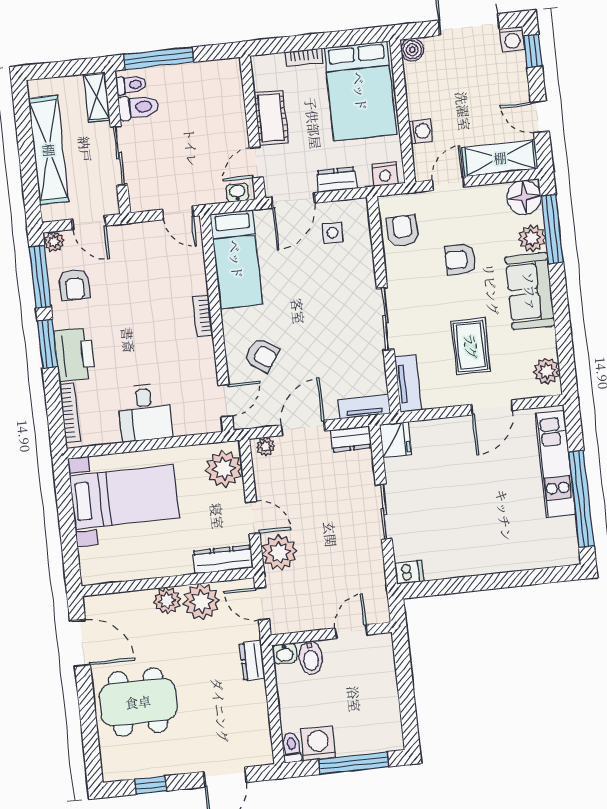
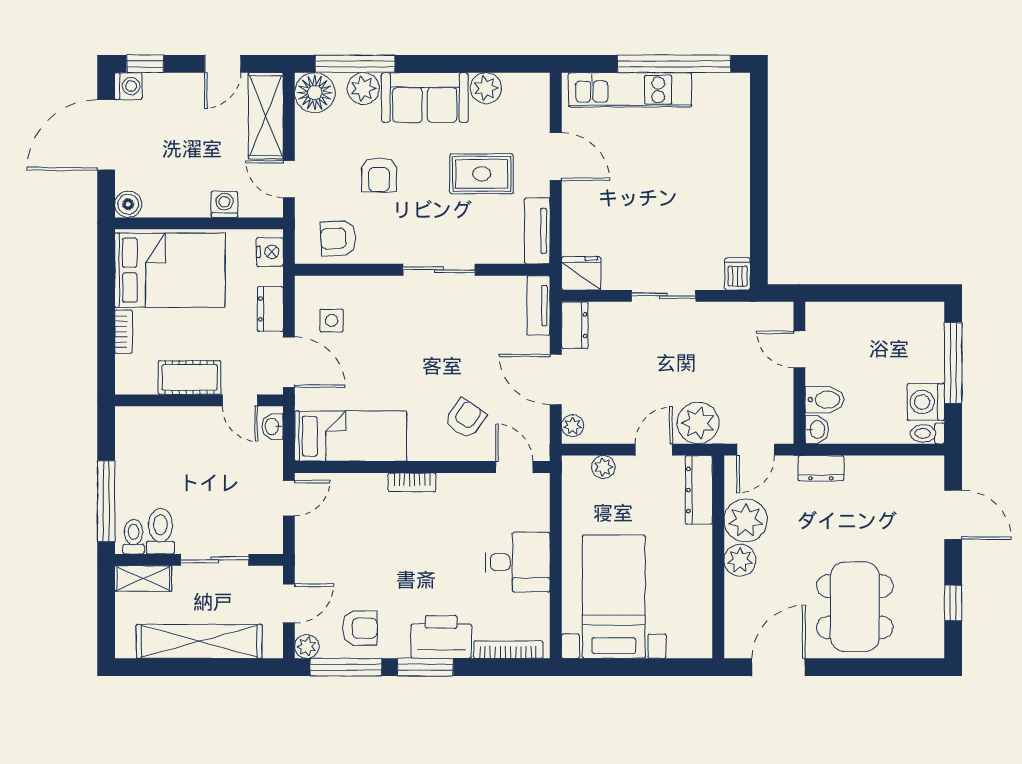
plant: (547, 371) -> (486, 88), moved
tv unit: (408, 383) -> (537, 231), moved, turned -90
plant: (224, 469) -> (604, 467), width x0.53, depth x0.53

